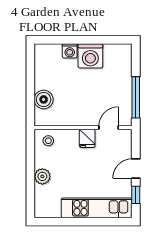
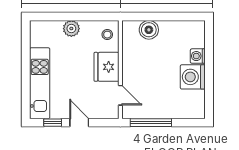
fridge: (87, 138) -> (107, 67), width x1.88, depth x1.34

